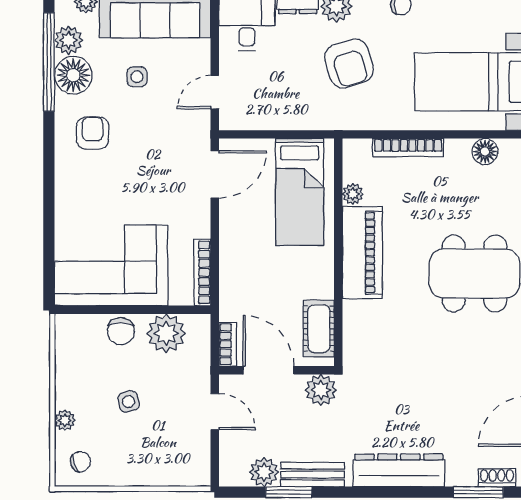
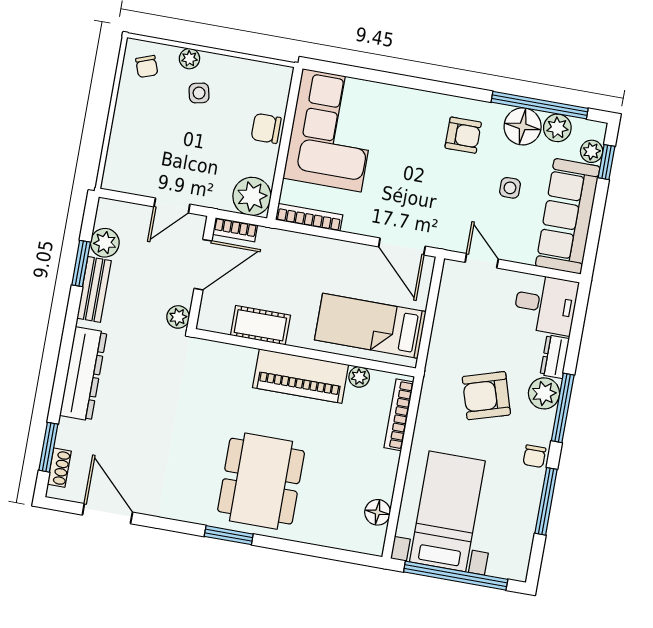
bookcase: (408, 148) -> (399, 415), moved
cot: (319, 329) -> (260, 325), moved
plant: (166, 333) -> (252, 196), moved
plant: (321, 390) -> (178, 317), width x0.73, depth x0.73
side table: (129, 402) -> (199, 93), moved

